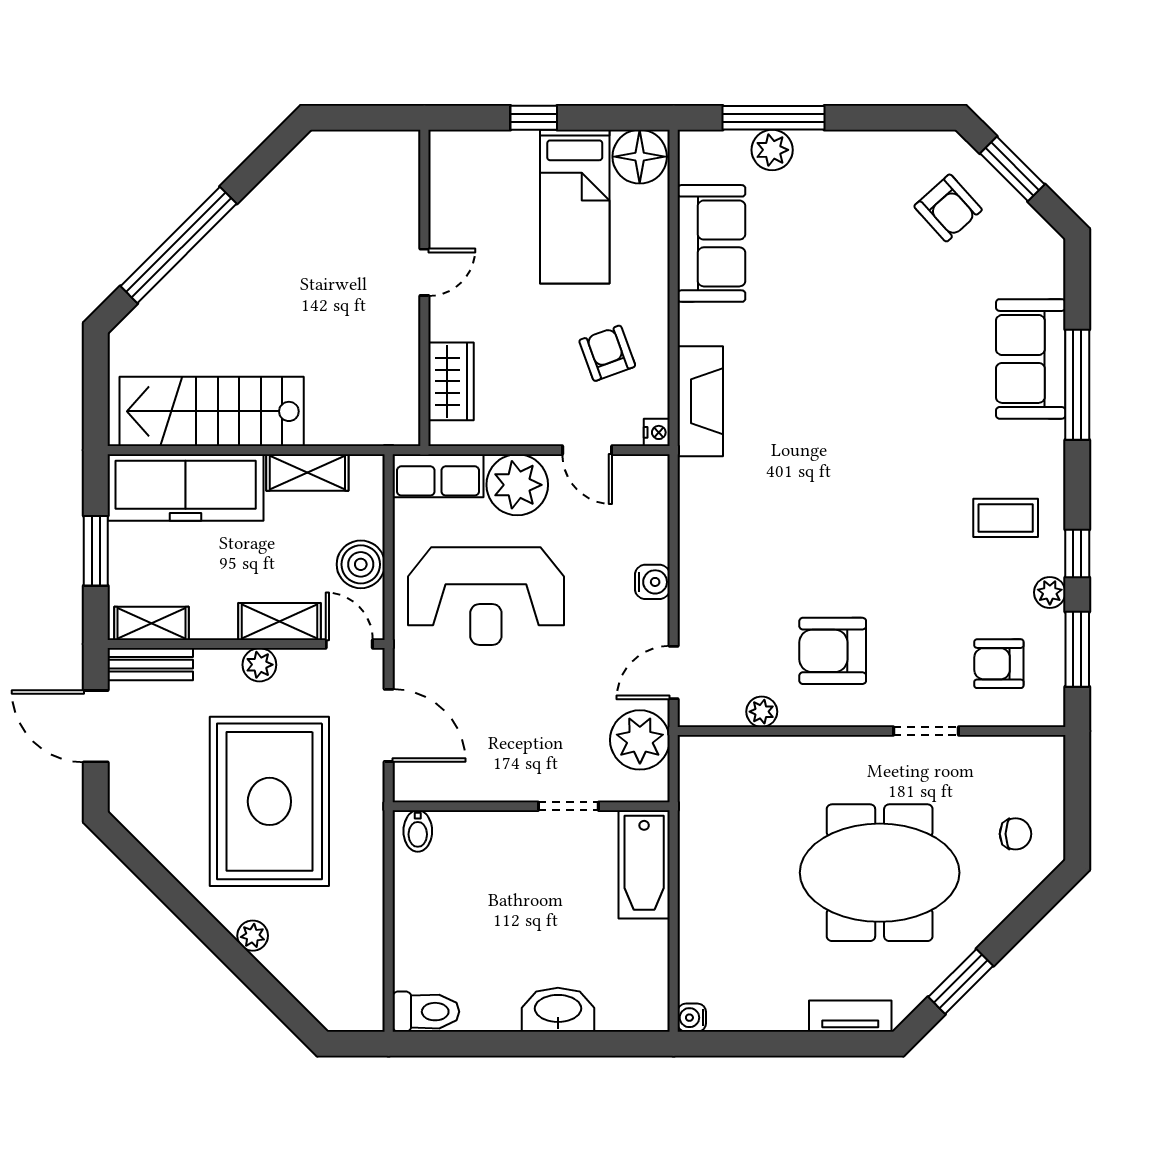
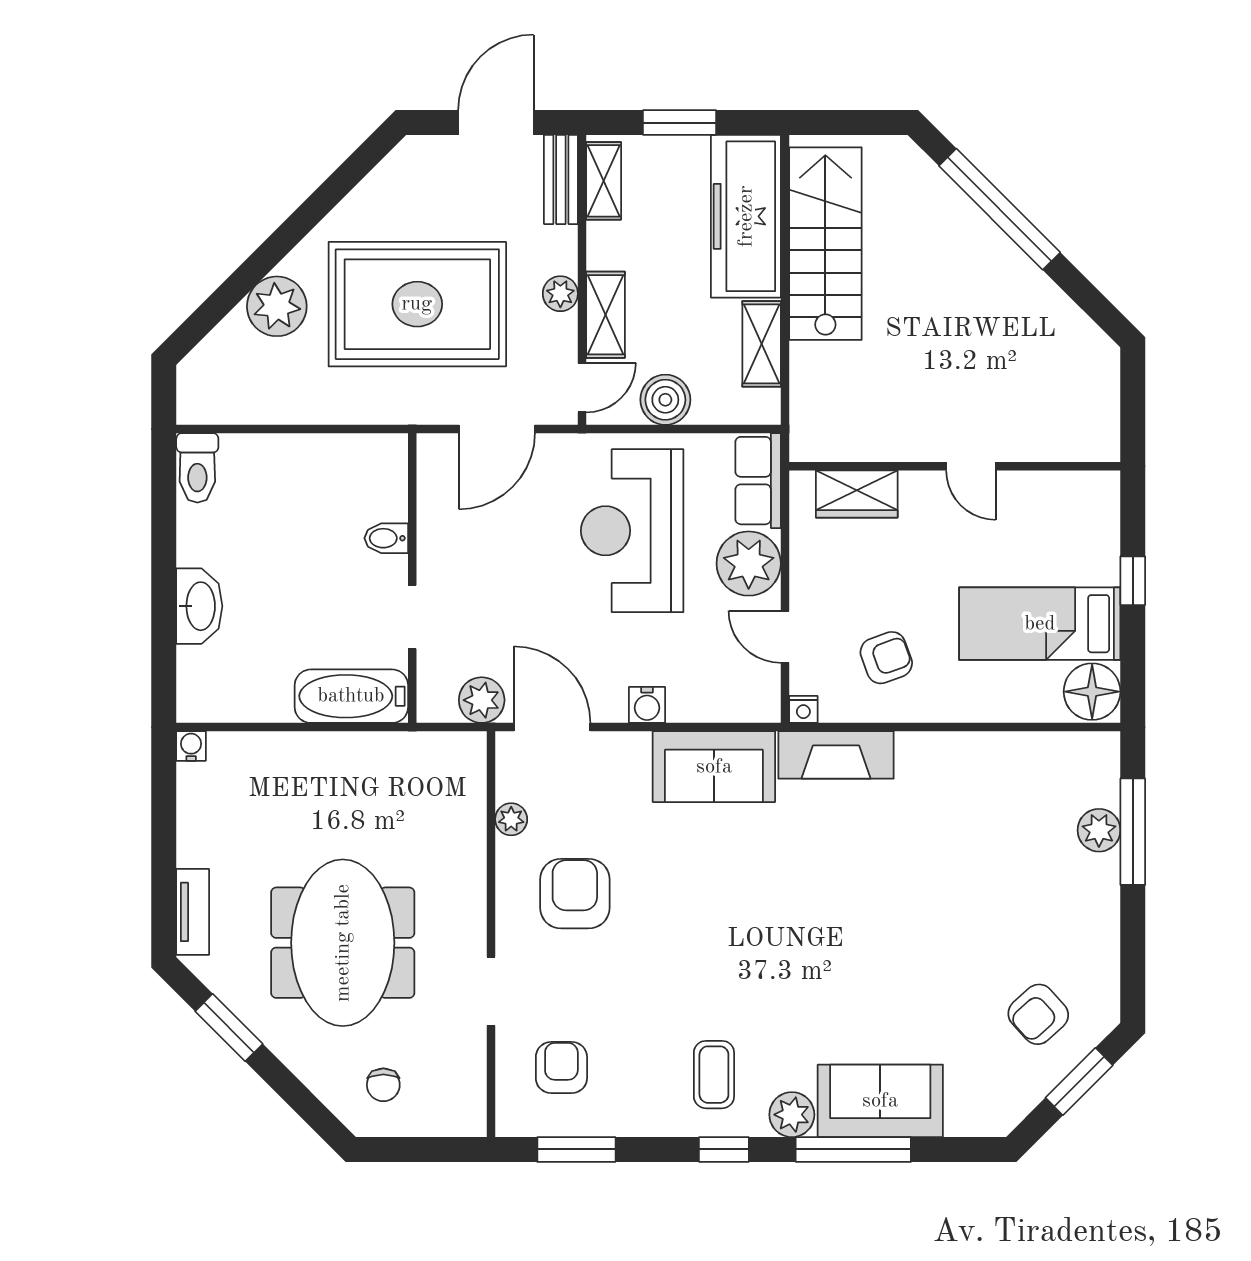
sofa: (711, 243) -> (714, 767), moved
door: (587, 450) -> (785, 637), hinge flipped
window: (1077, 554) -> (724, 1149), moved
plant: (1050, 592) -> (792, 1115), moved, width x1.38, depth x1.38
door: (674, 673) -> (552, 727), width x1.38
plant: (640, 740) -> (482, 700), width x0.73, depth x0.73
bidet: (418, 831) -> (386, 538), moved
plant: (253, 936) -> (277, 306), width x1.87, depth x1.87

